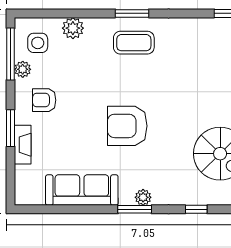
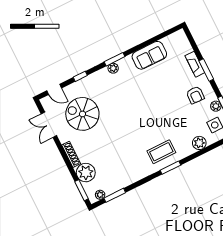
armchair: (44, 100) -> (195, 95), turned 92
armchair: (127, 126) -> (142, 104), removed
sofa: (82, 190) -> (149, 55), width x0.73

